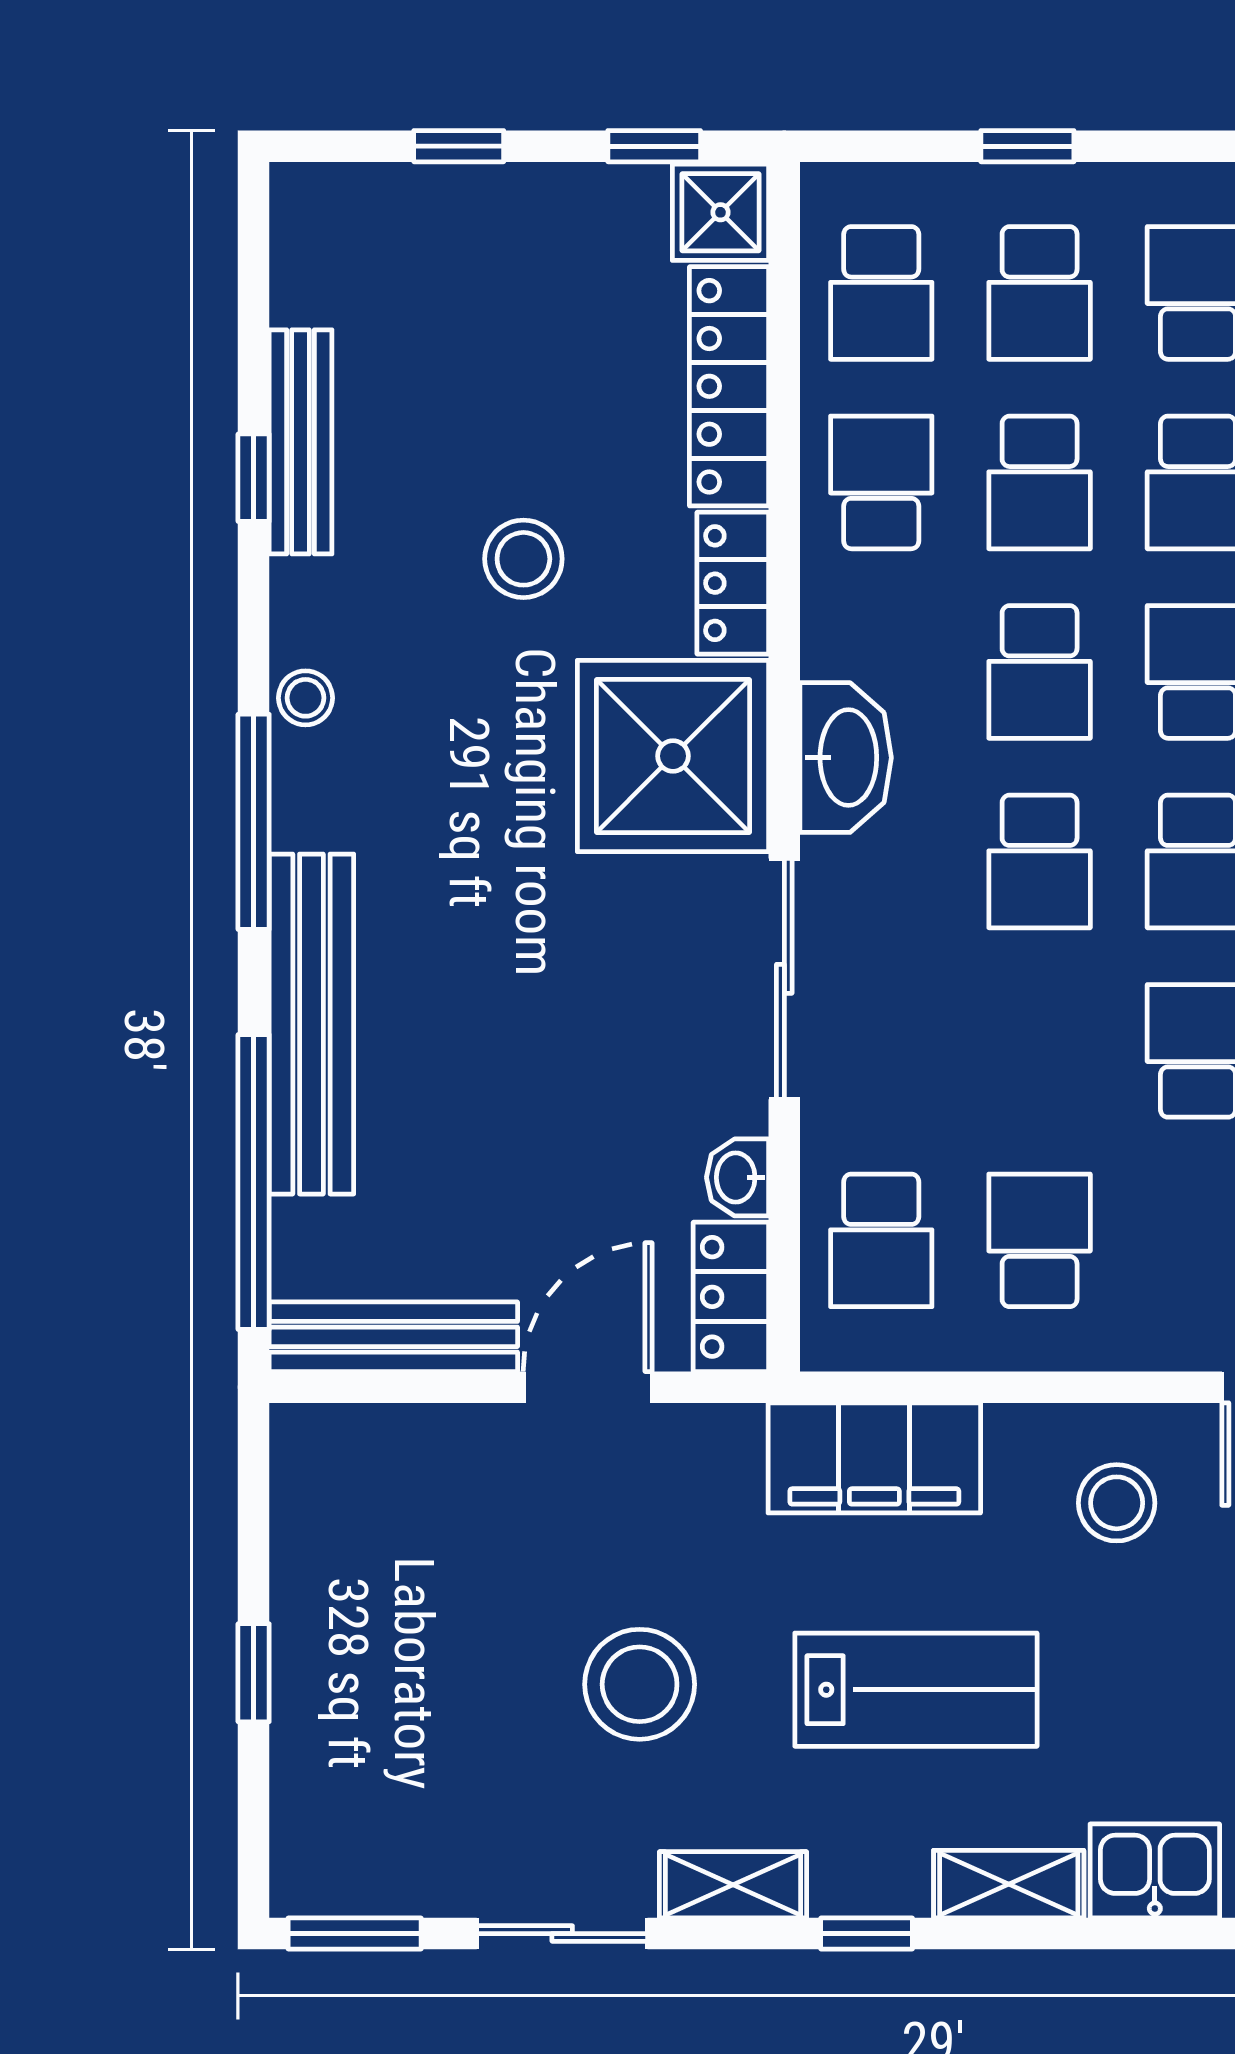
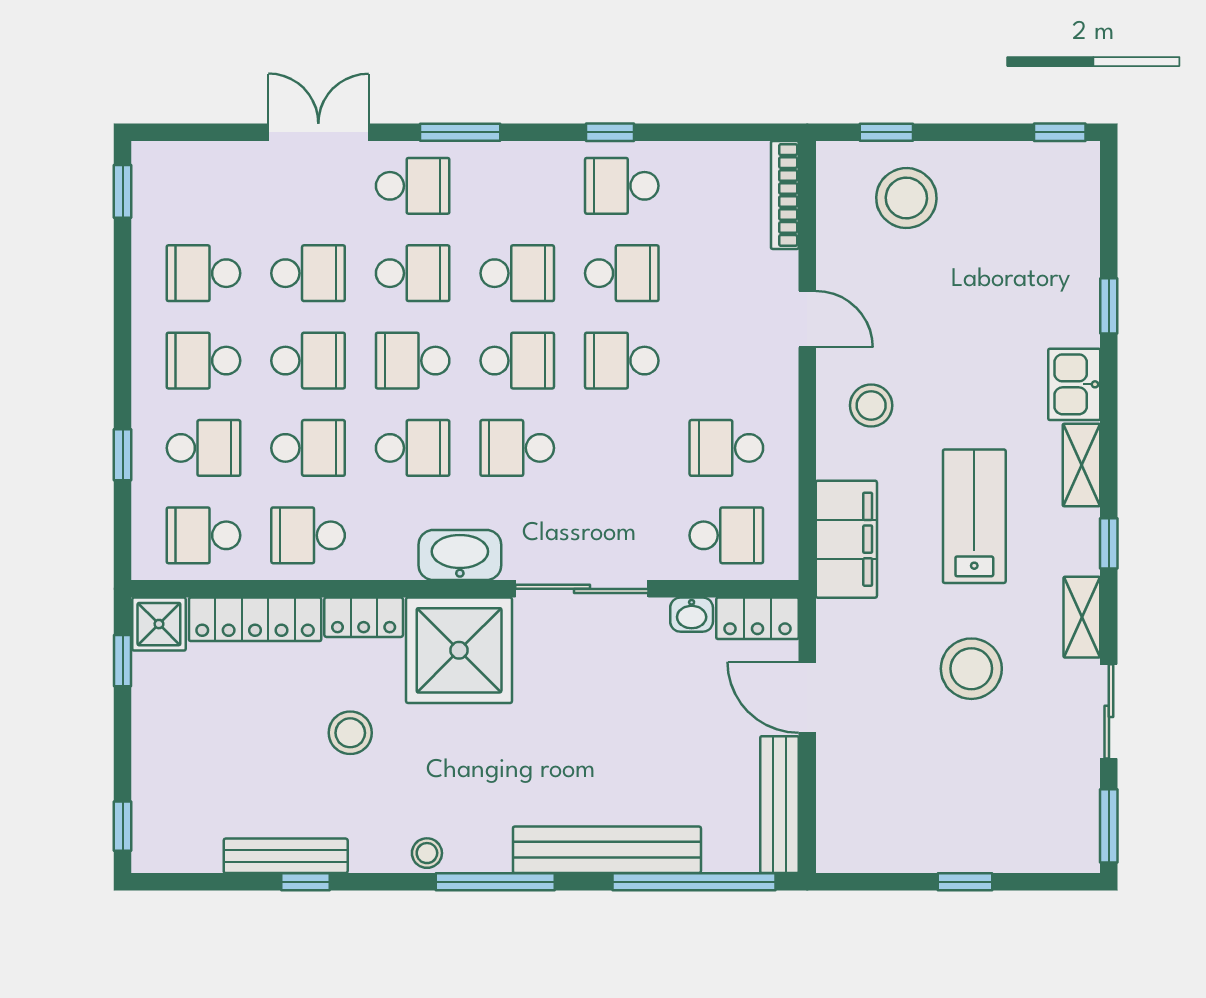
window: (459, 146) -> (123, 826), moved
school desk: (881, 293) -> (203, 535), turned 180
school desk: (1040, 861) -> (517, 448), turned 180

